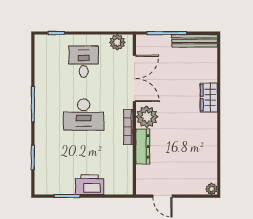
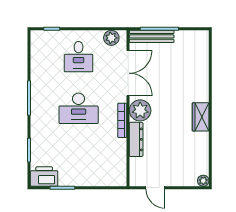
bench: (195, 41) -> (152, 36), moved
desk: (84, 62) -> (79, 57), turned 180
wardrobe: (209, 98) -> (201, 117), moved
printer: (90, 185) -> (44, 177), moved

